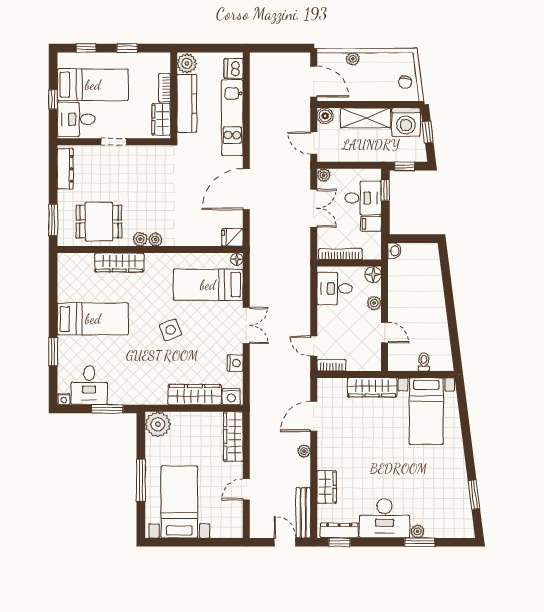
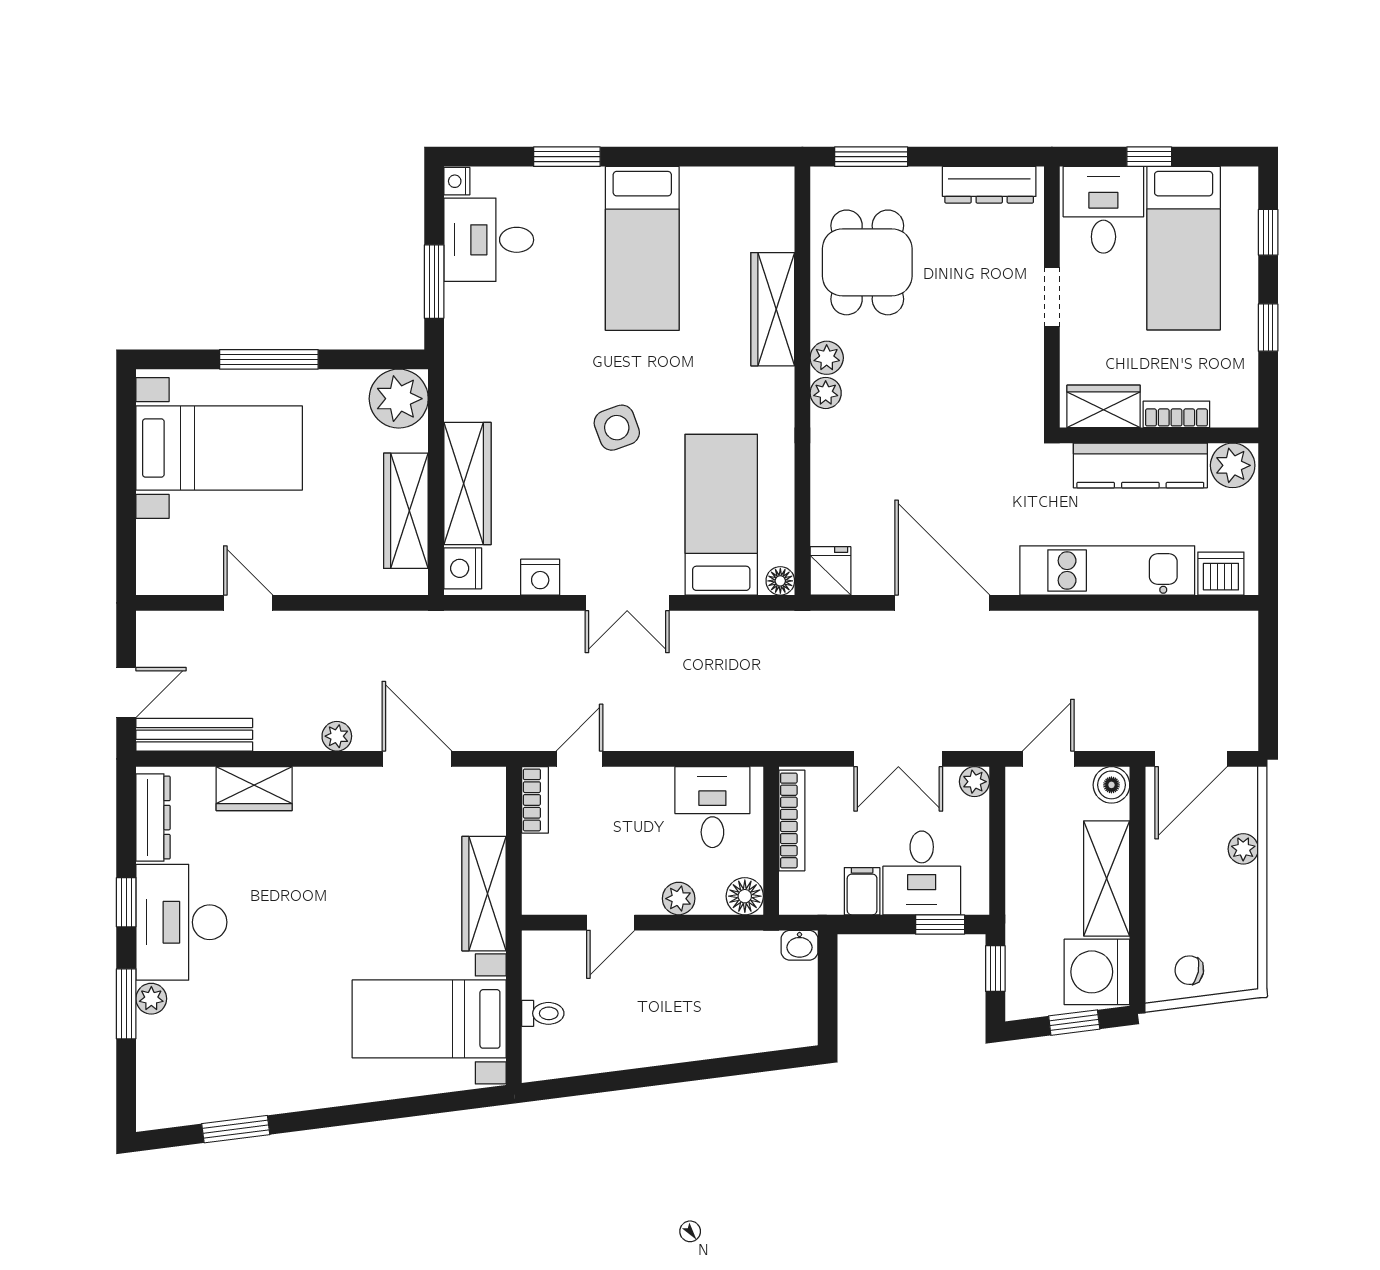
wardrobe: (233, 436) -> (406, 511), moved, turned -90
window: (340, 542) -> (126, 902), moved

